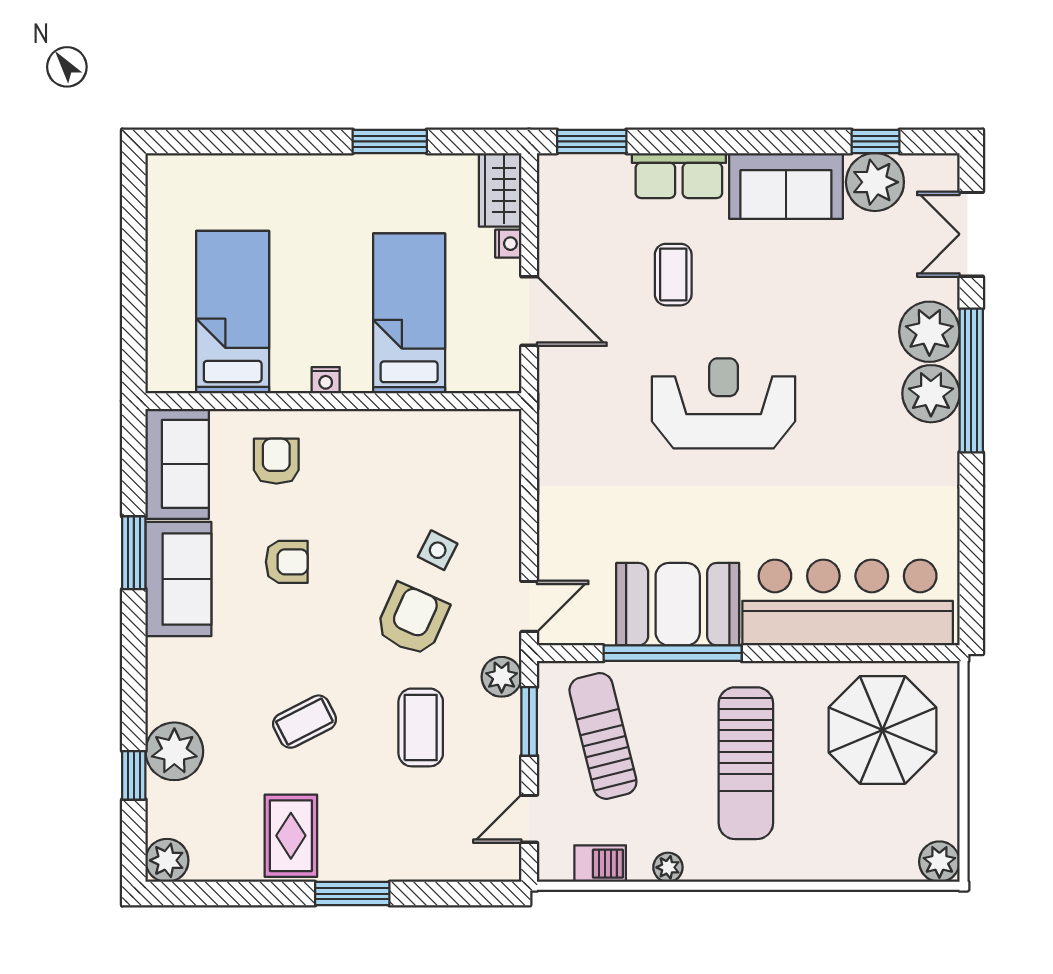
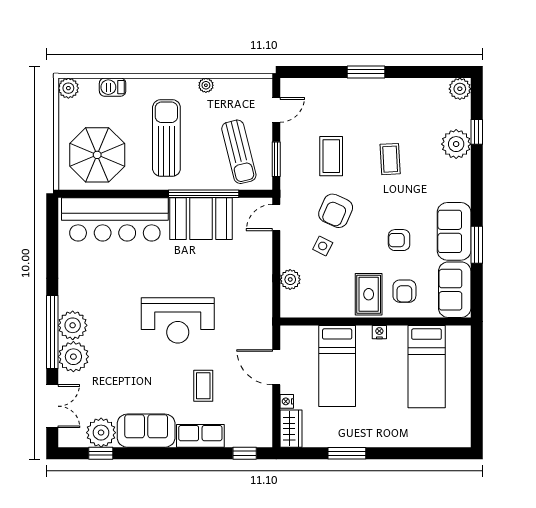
window: (592, 141) -> (245, 453), width x0.67
plant: (502, 677) -> (290, 279), moved
coffee table: (305, 722) -> (390, 159), turned -66
rug: (291, 836) -> (369, 294), moved
barbecue: (600, 864) -> (113, 87), moved

